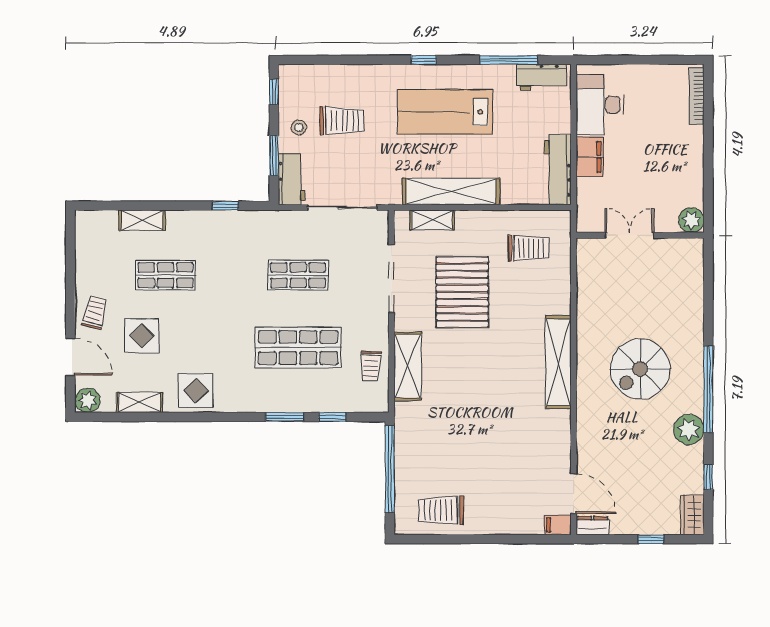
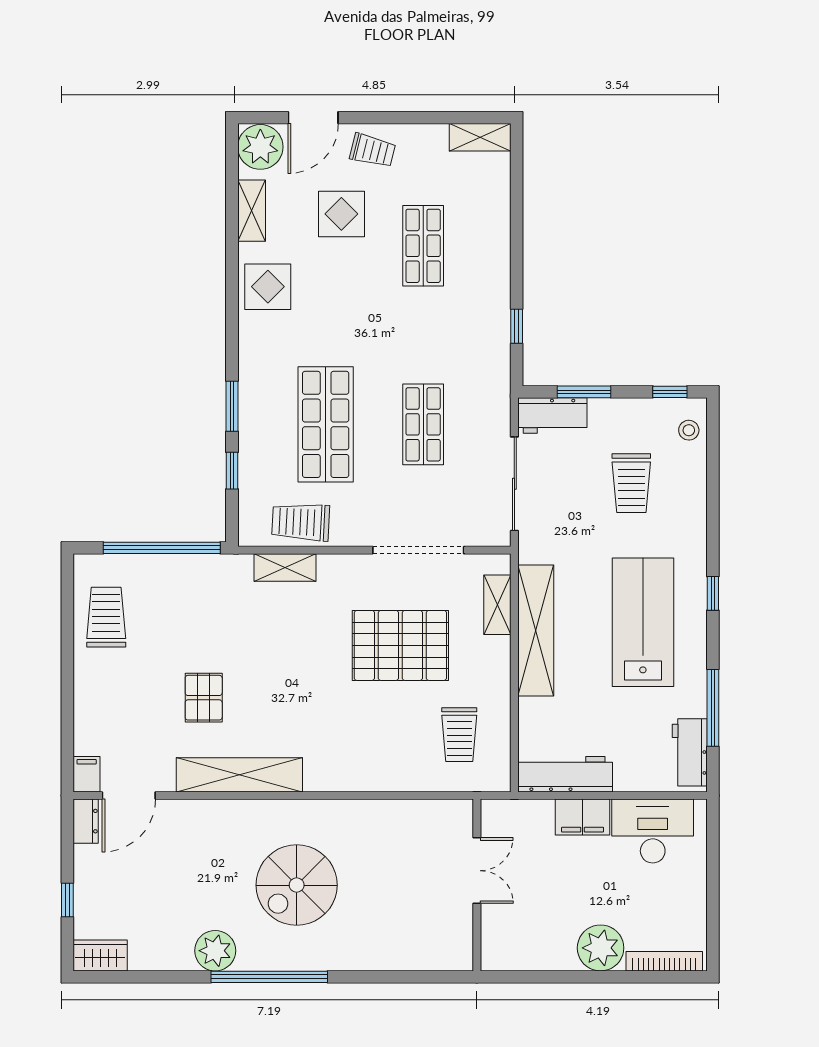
stool: (299, 127) -> (689, 430), moved
shelving: (142, 220) -> (480, 137), moved, turned 90
plant: (691, 220) -> (601, 948), moved, width x1.36, depth x1.36
shelving: (558, 362) -> (239, 775), moved
trolley: (371, 366) -> (301, 522), width x1.36, depth x1.39
shelving: (408, 366) -> (285, 568), width x0.67, depth x0.75
spiral stairs: (640, 369) -> (297, 885), turned -90
plant: (88, 400) -> (260, 147), width x1.36, depth x1.36
pallet: (501, 438) -> (204, 698), added
window: (708, 477) -> (151, 977), removed

